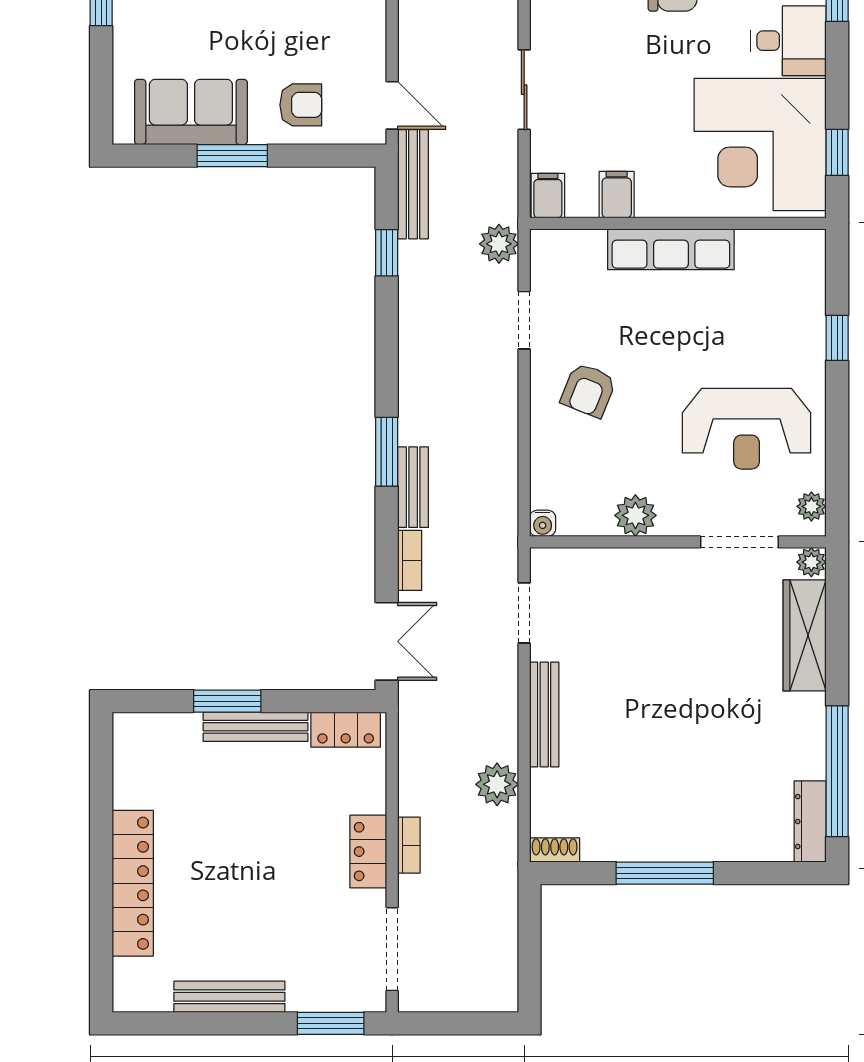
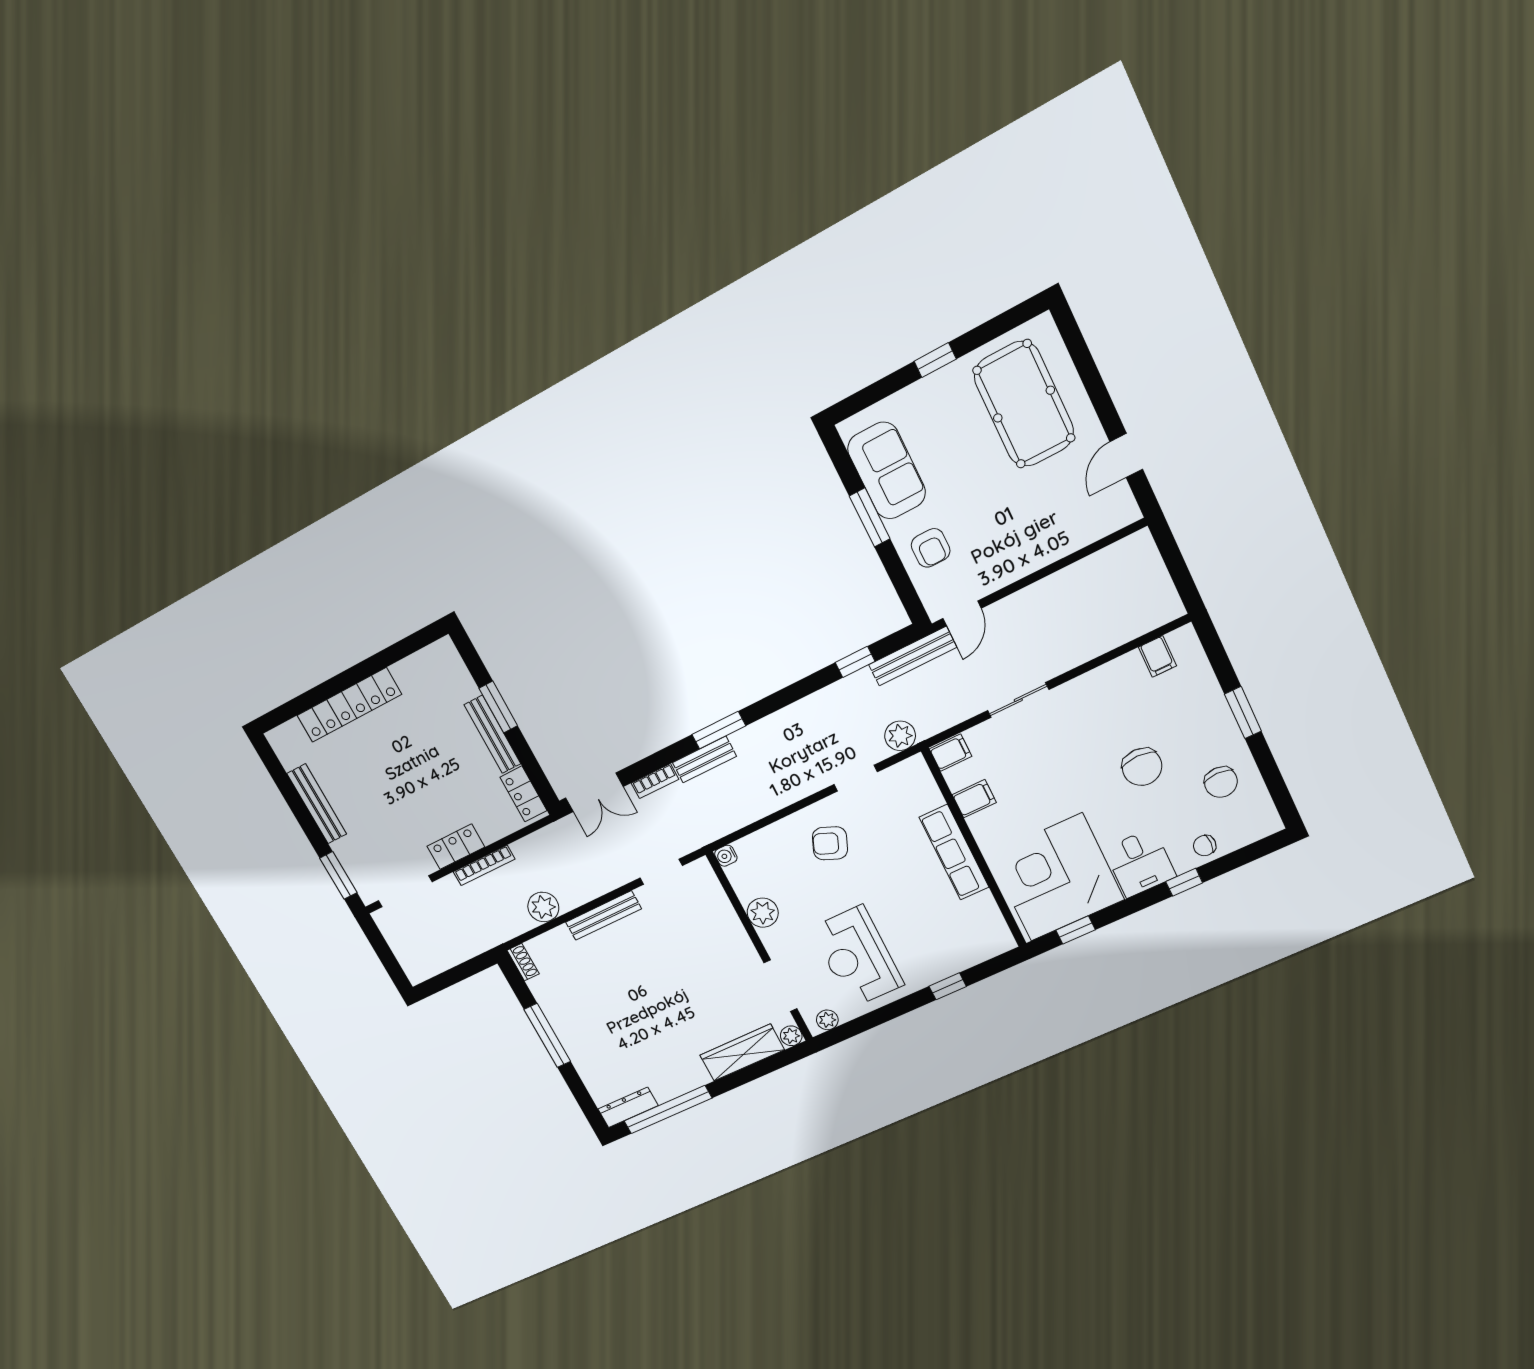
bookcase: (409, 845) -> (484, 865), width x1.56

